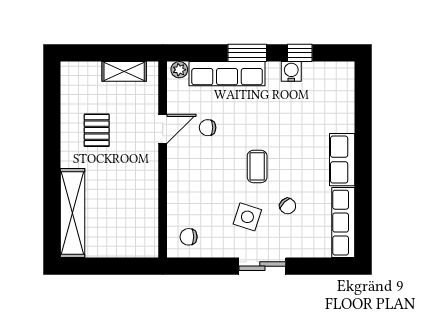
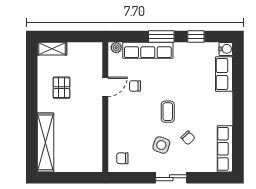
shelving: (124, 71) -> (52, 49), moved
water cooler: (291, 71) -> (226, 49), moved, turned 90
row of seats: (342, 160) -> (224, 74), moved

